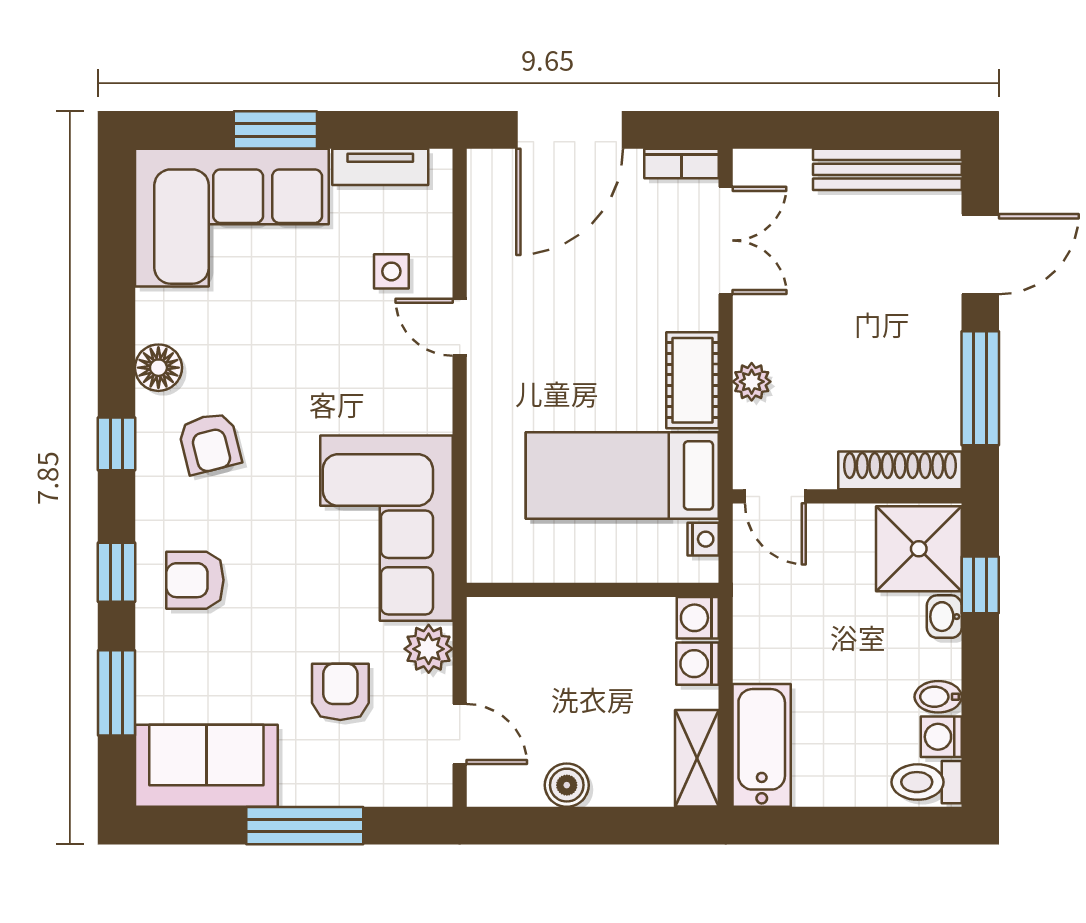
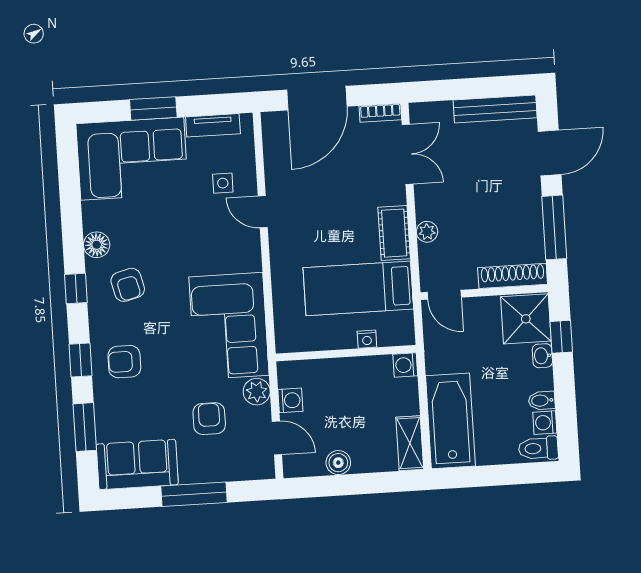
nightstand: (703, 539) -> (367, 339), moved, turned 90
washing machine: (698, 664) -> (290, 400), moved, turned 180
bathtub: (762, 745) -> (450, 421), width x1.36, depth x1.36

